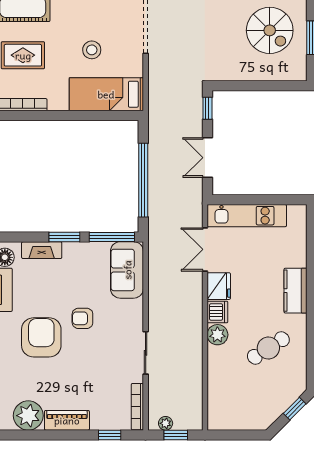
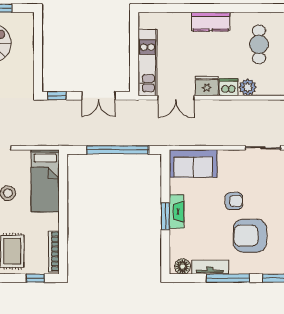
window: (112, 237) -> (165, 176), removed
fireplace: (42, 250) -> (177, 212), moved
armchair: (82, 318) -> (234, 201), turned -90
cafe table: (268, 348) -> (259, 44), turned 33

